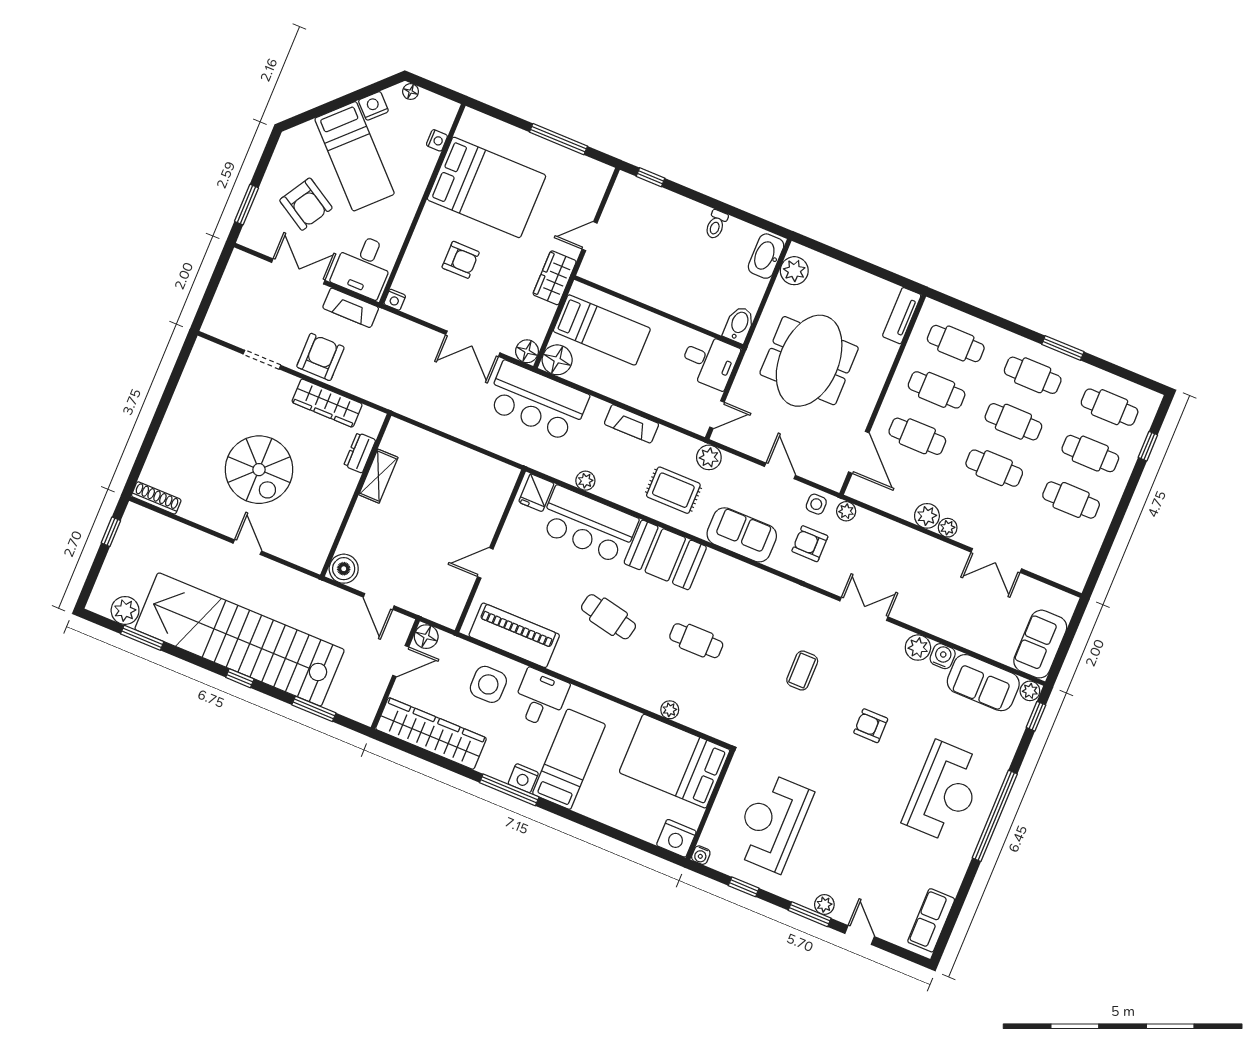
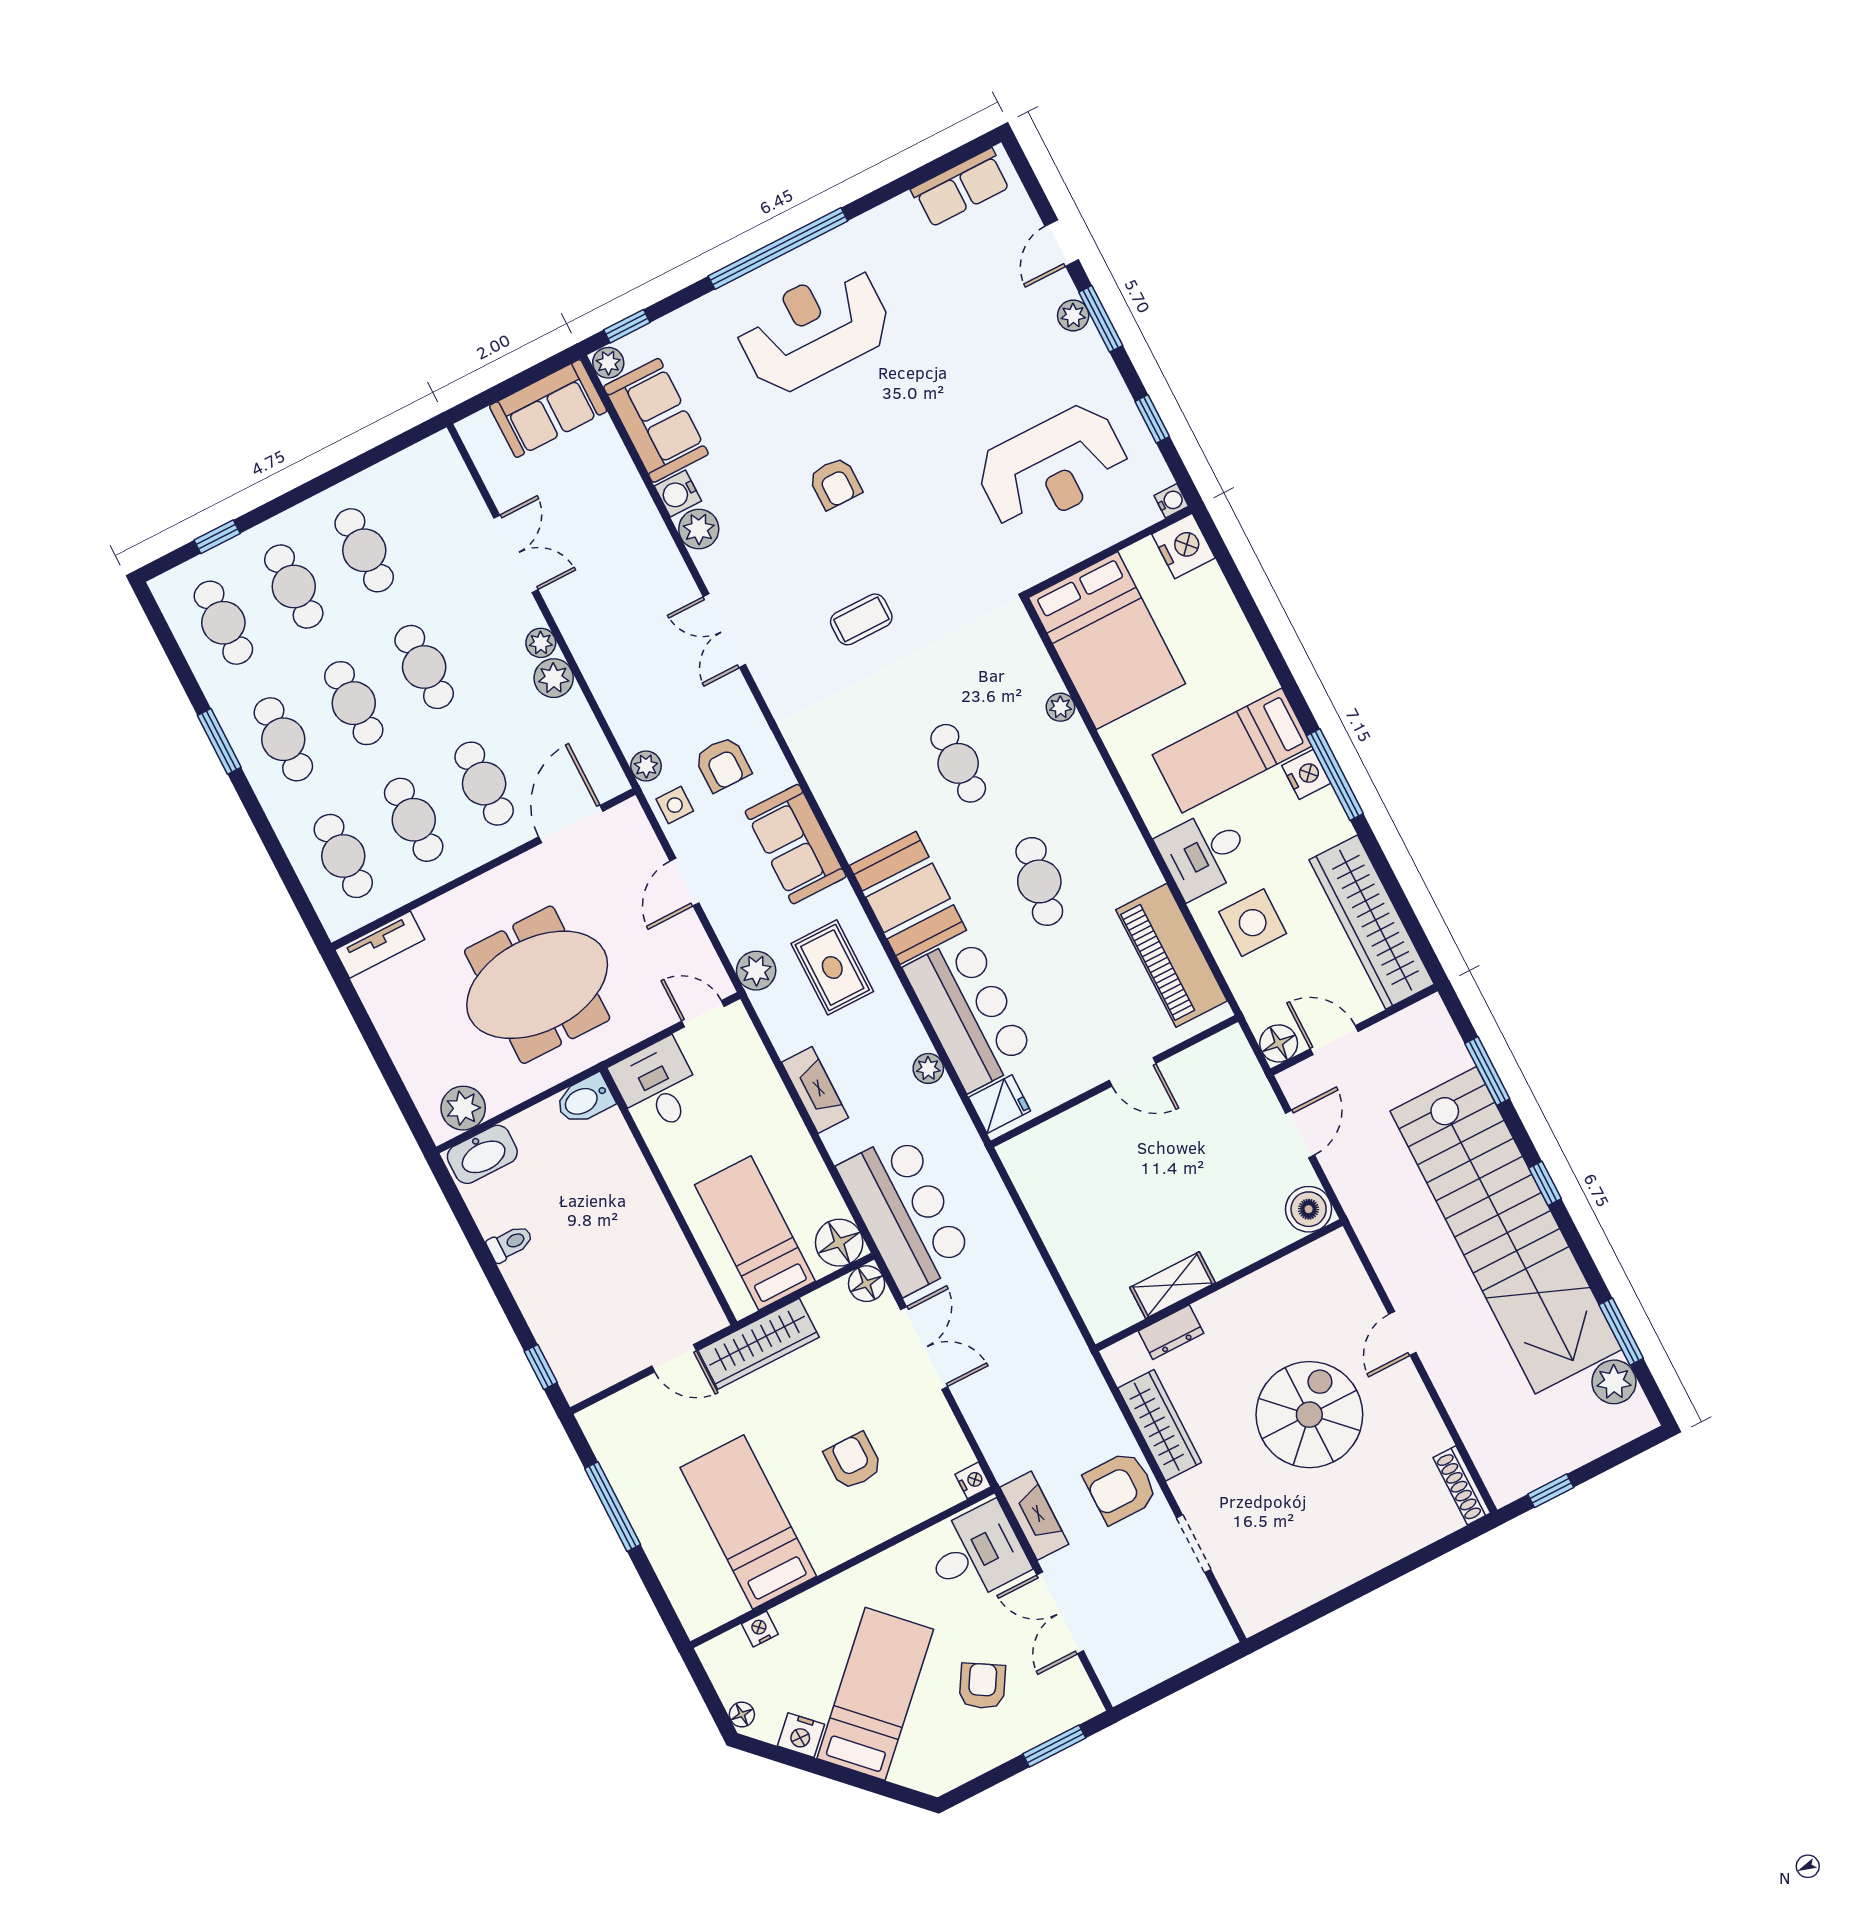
bed: (486, 187) -> (748, 1522), width x0.67
armchair: (306, 204) -> (982, 1686), width x0.72, depth x0.72
wardrobe: (555, 278) -> (759, 1344), width x1.50

